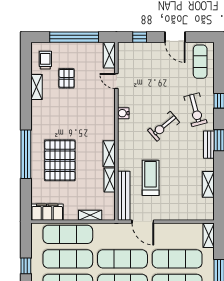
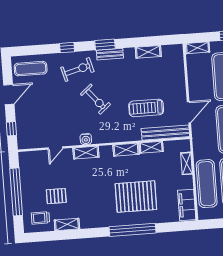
shelving: (109, 55) -> (86, 153), moved

